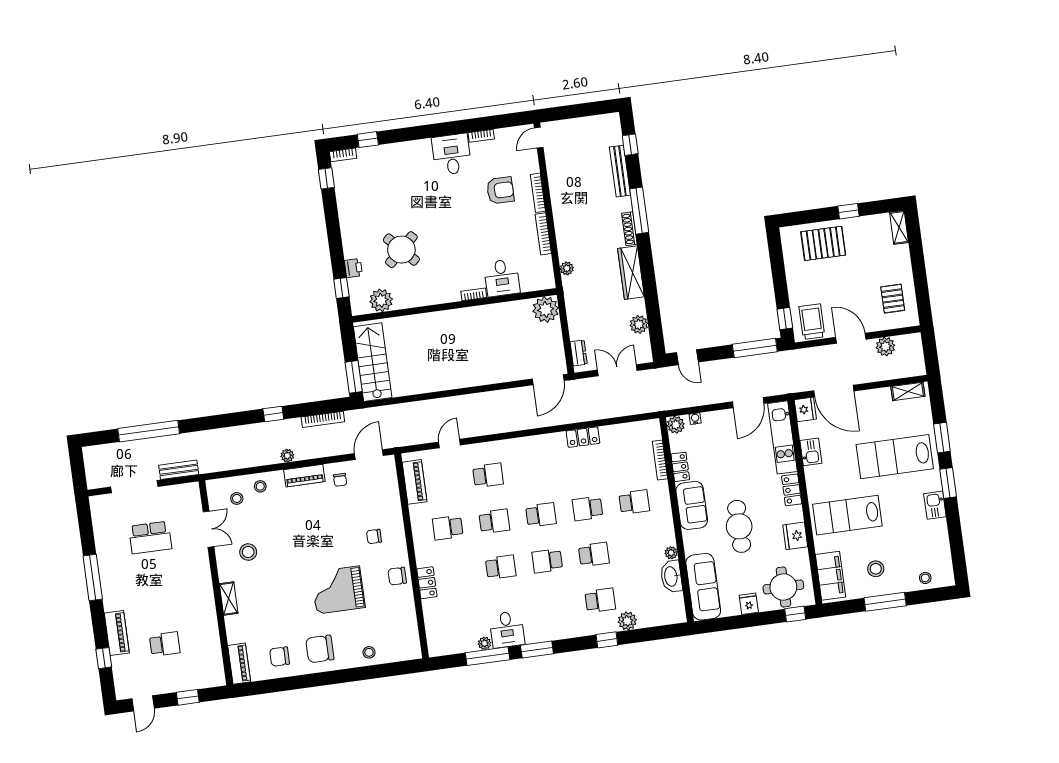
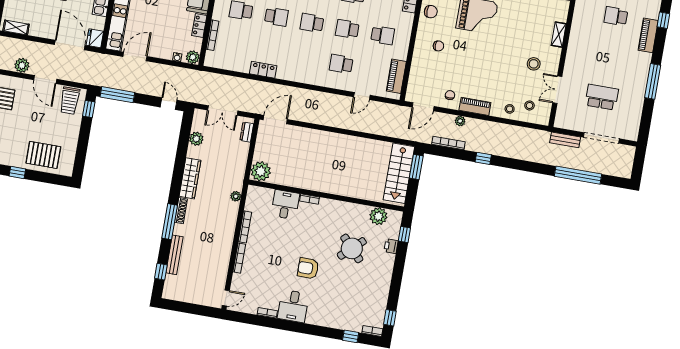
armchair: (500, 190) -> (308, 268), moved
plant: (287, 456) -> (460, 121), moved

